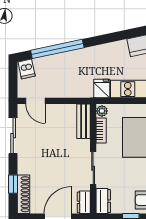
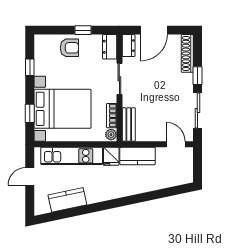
window: (57, 49) -> (154, 195), removed
dishwasher: (27, 69) -> (184, 175), removed
kitchen counter: (75, 89) -> (138, 156), added
window: (13, 184) -> (197, 76), moved

